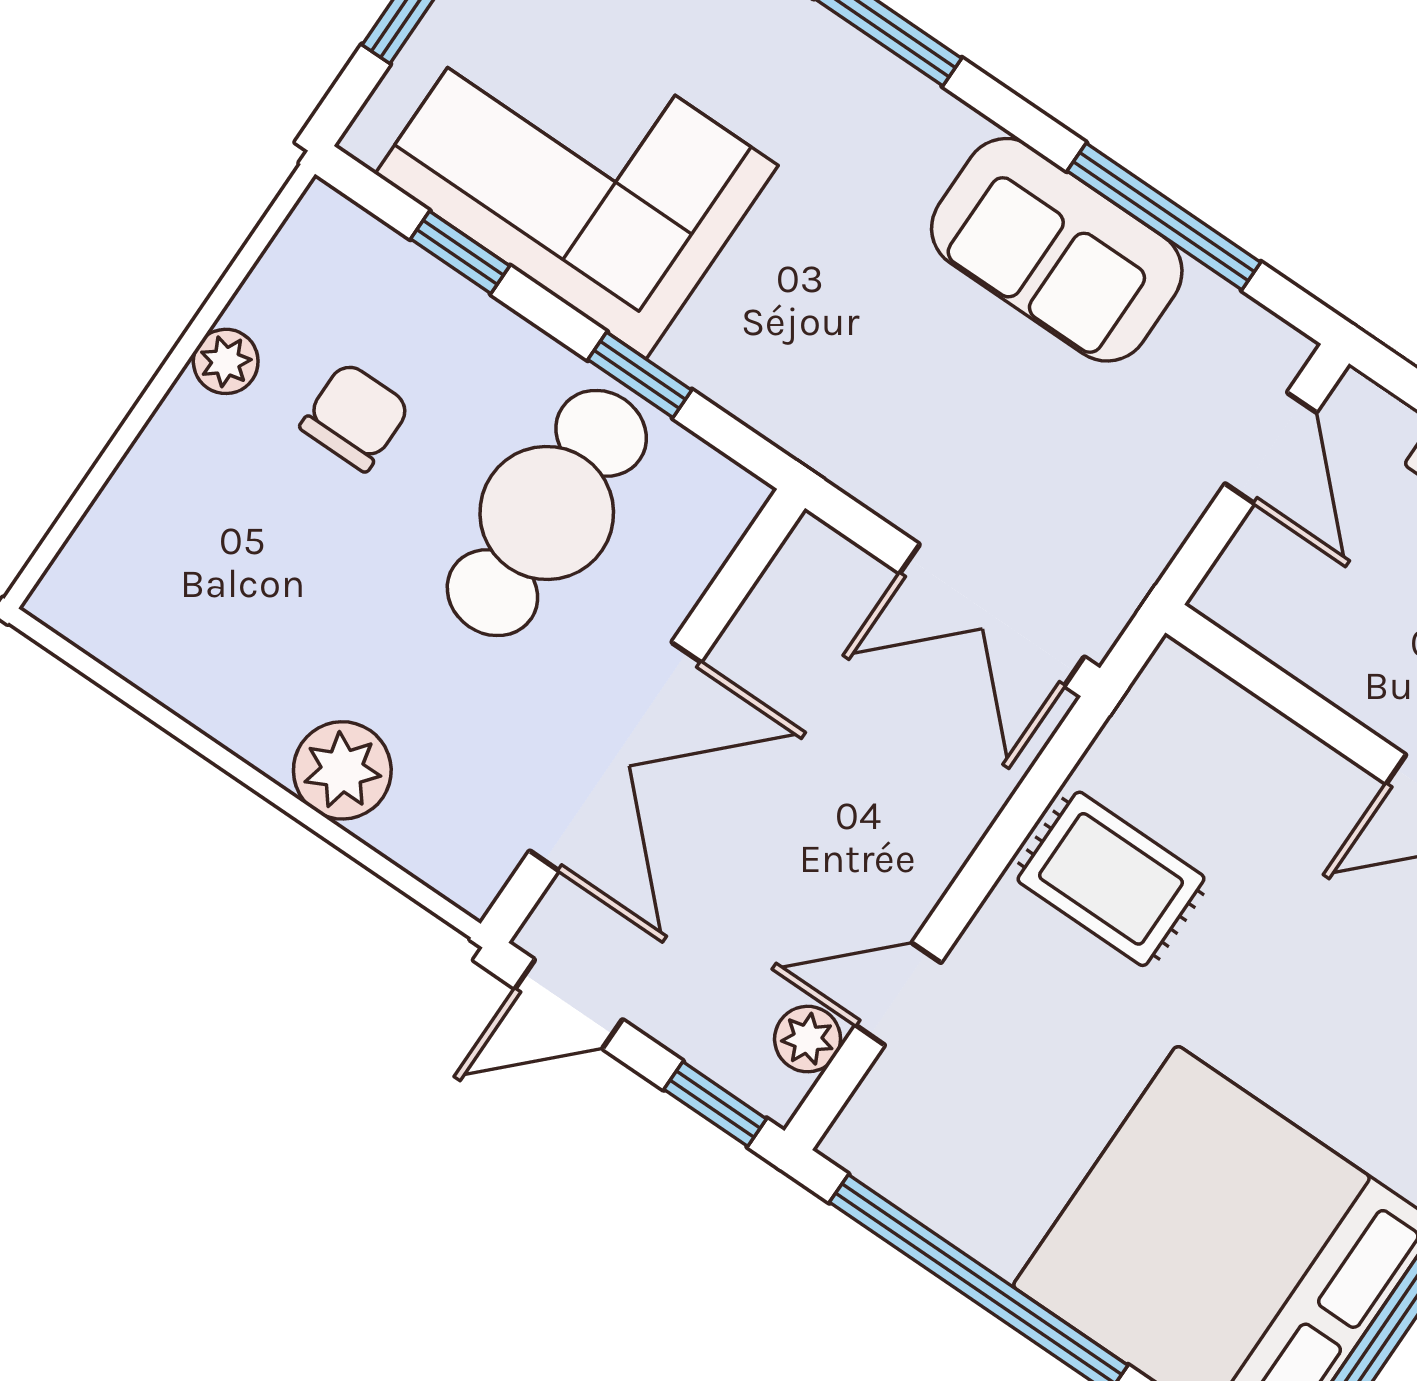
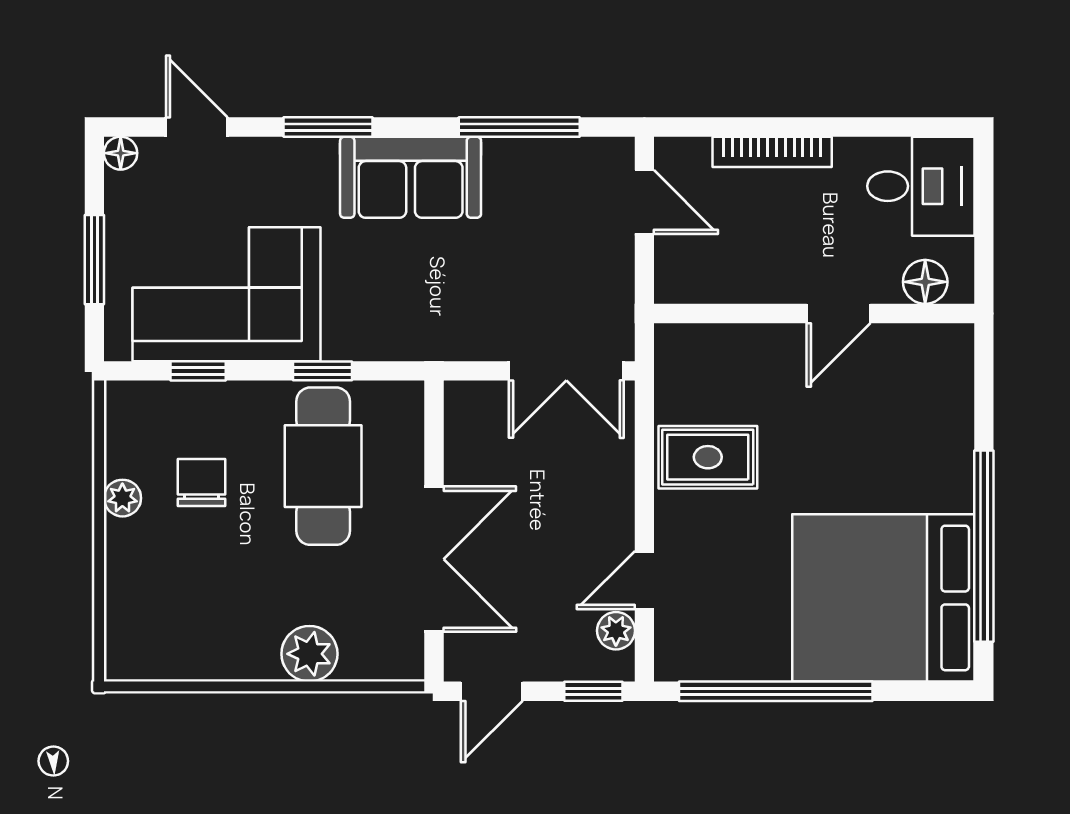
sofa: (1057, 250) -> (411, 177), moved

